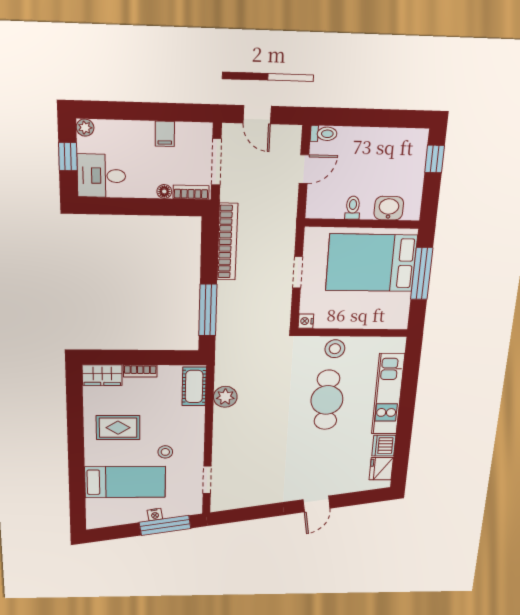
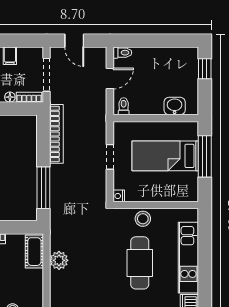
toilet: (353, 208) -> (124, 106), moved
bed: (371, 263) -> (165, 156), width x0.67

